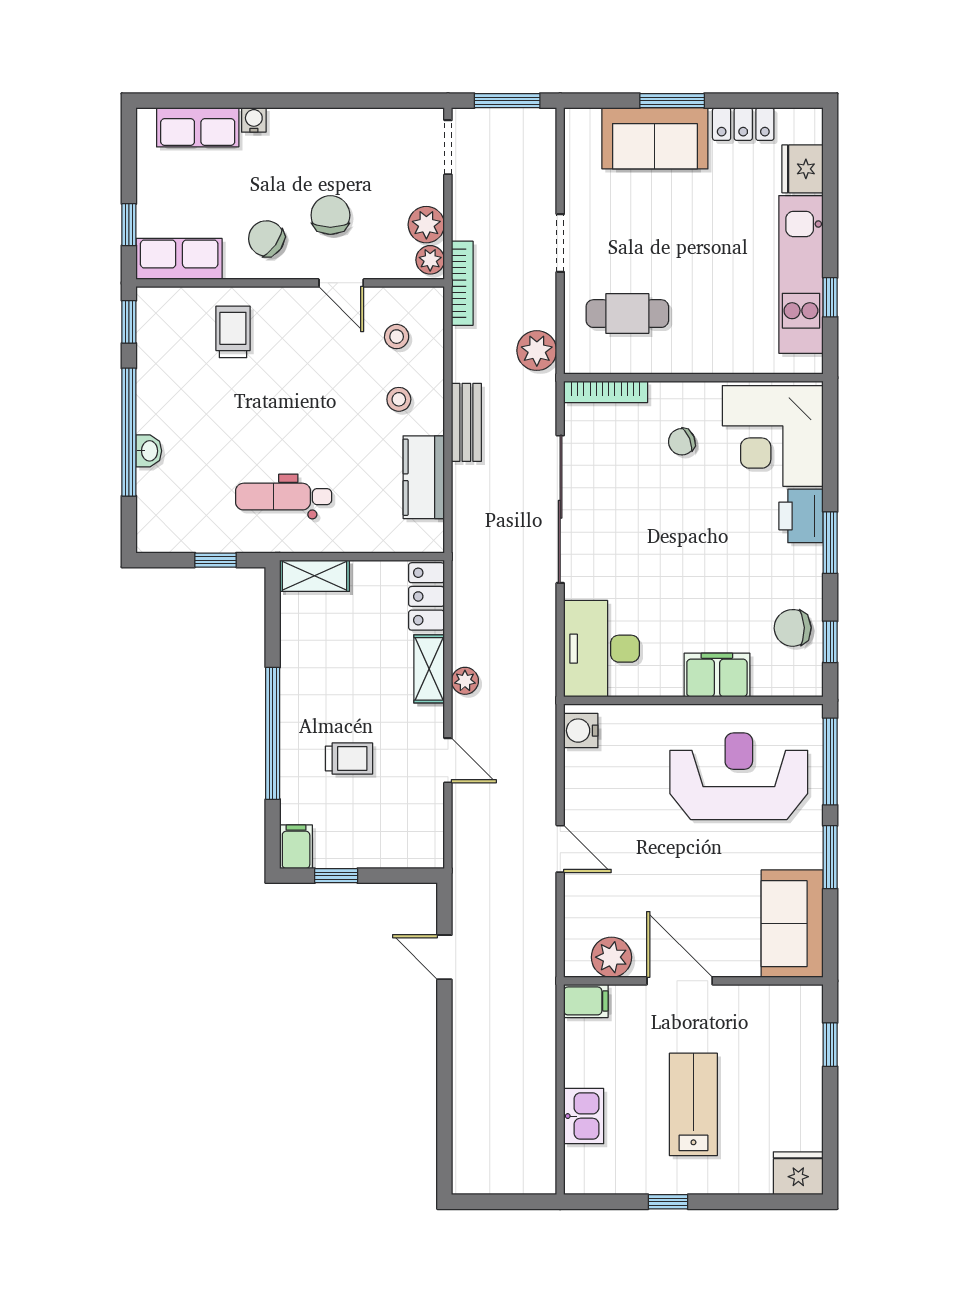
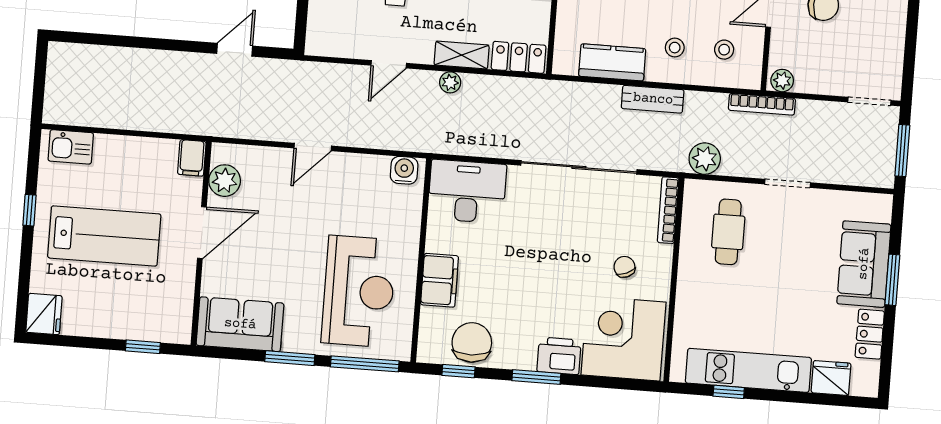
plant: (426, 225) -> (810, 80), removed
chair: (793, 628) -> (472, 342), width x1.37, depth x1.37
lab bench: (693, 1104) -> (104, 236), width x1.36, depth x1.39
kitchen sink: (584, 1116) -> (71, 147), moved

